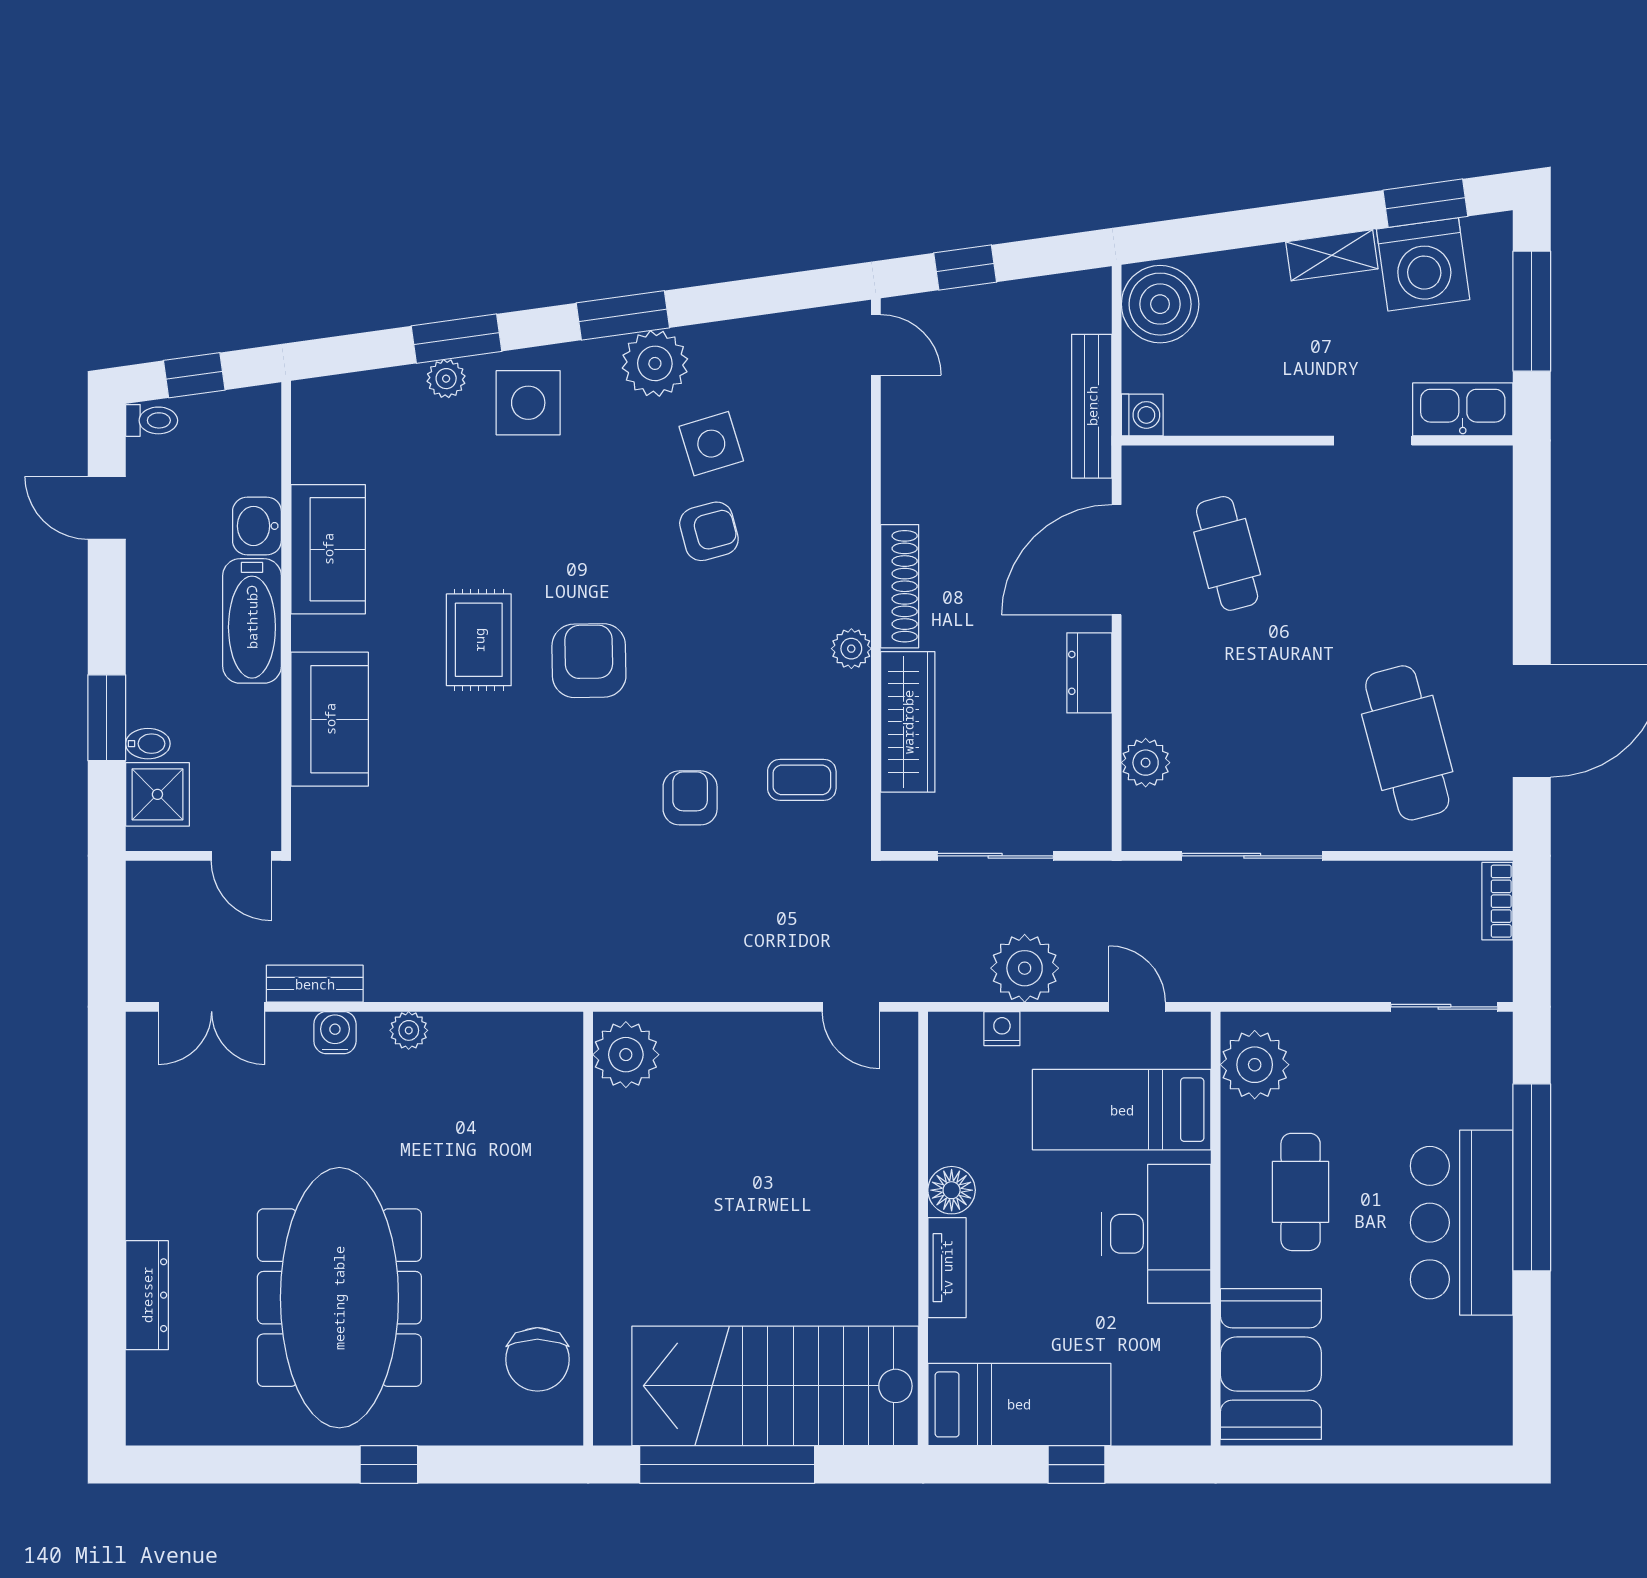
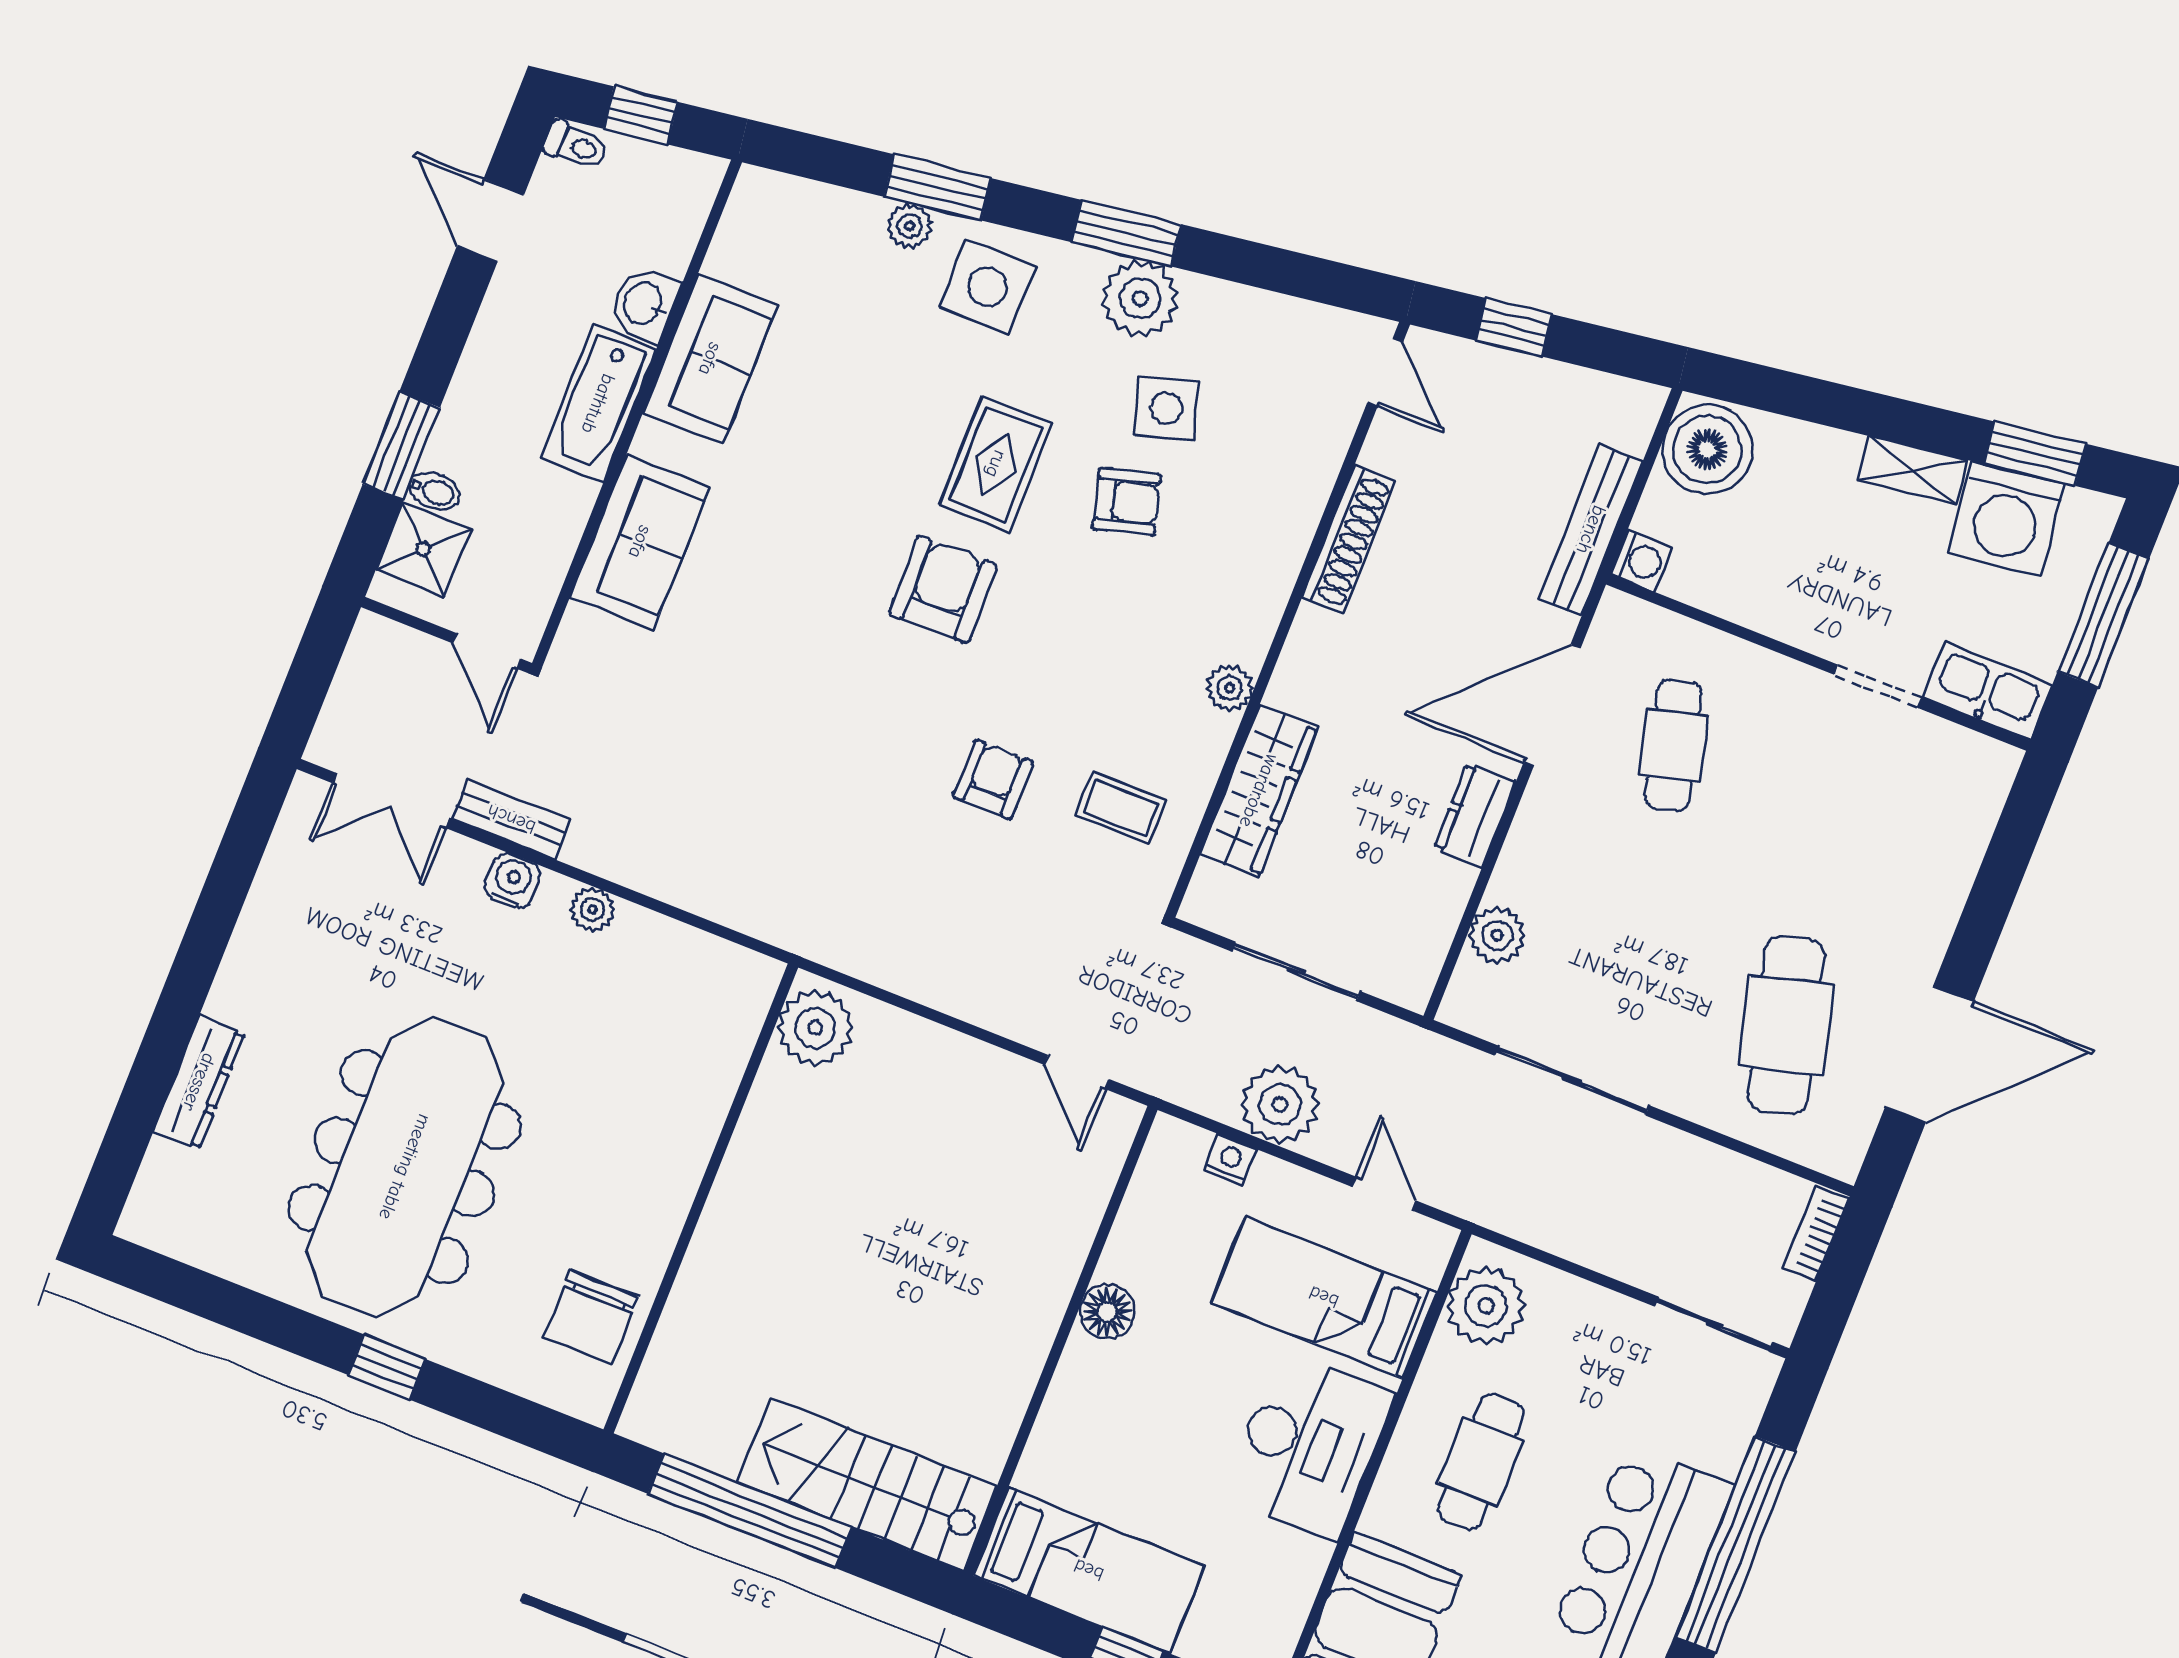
shoe rack: (900, 586) -> (1349, 539), moved
rug: (479, 640) -> (996, 464), moved
tv unit: (947, 1268) -> (1069, 1393), removed
stairs: (775, 1386) -> (867, 1485), width x0.73, depth x0.66

